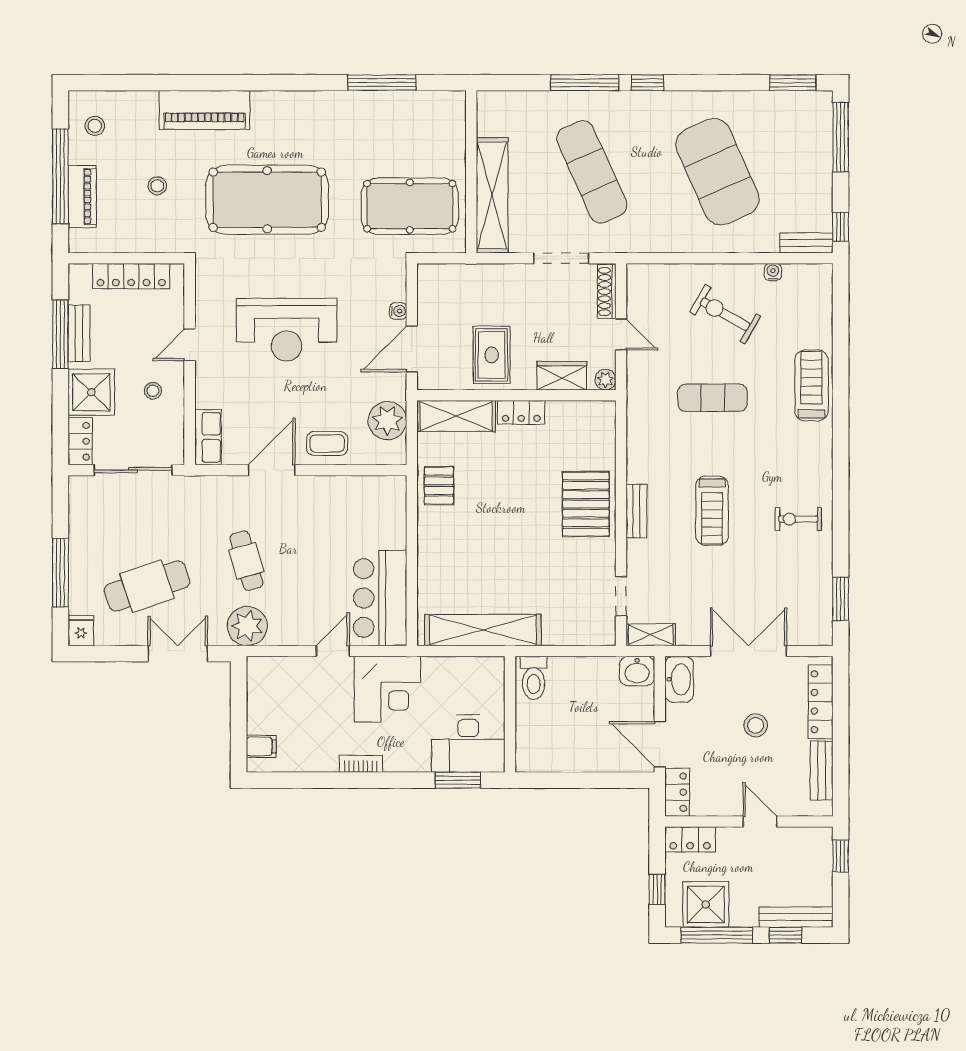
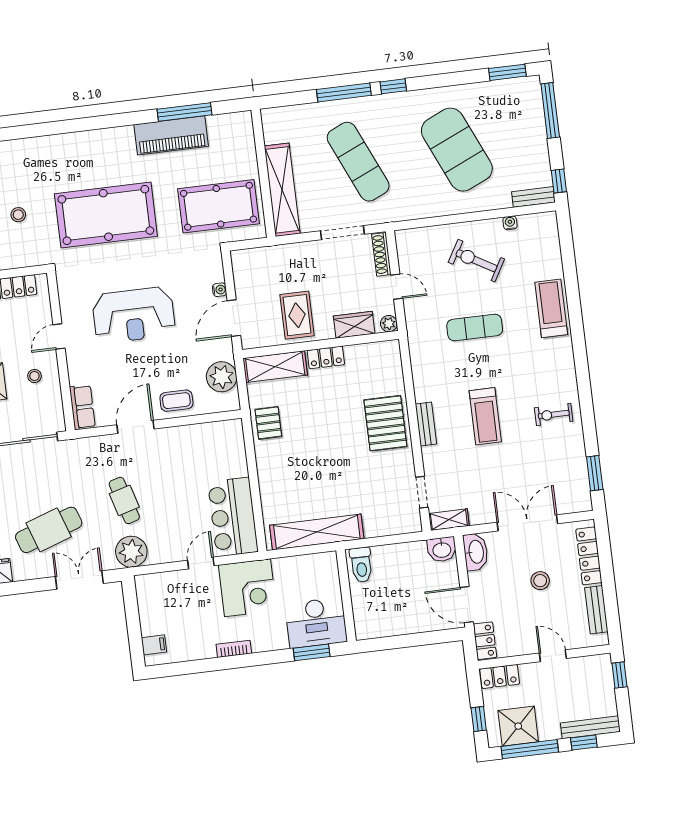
piano: (205, 110) -> (171, 135), moved

